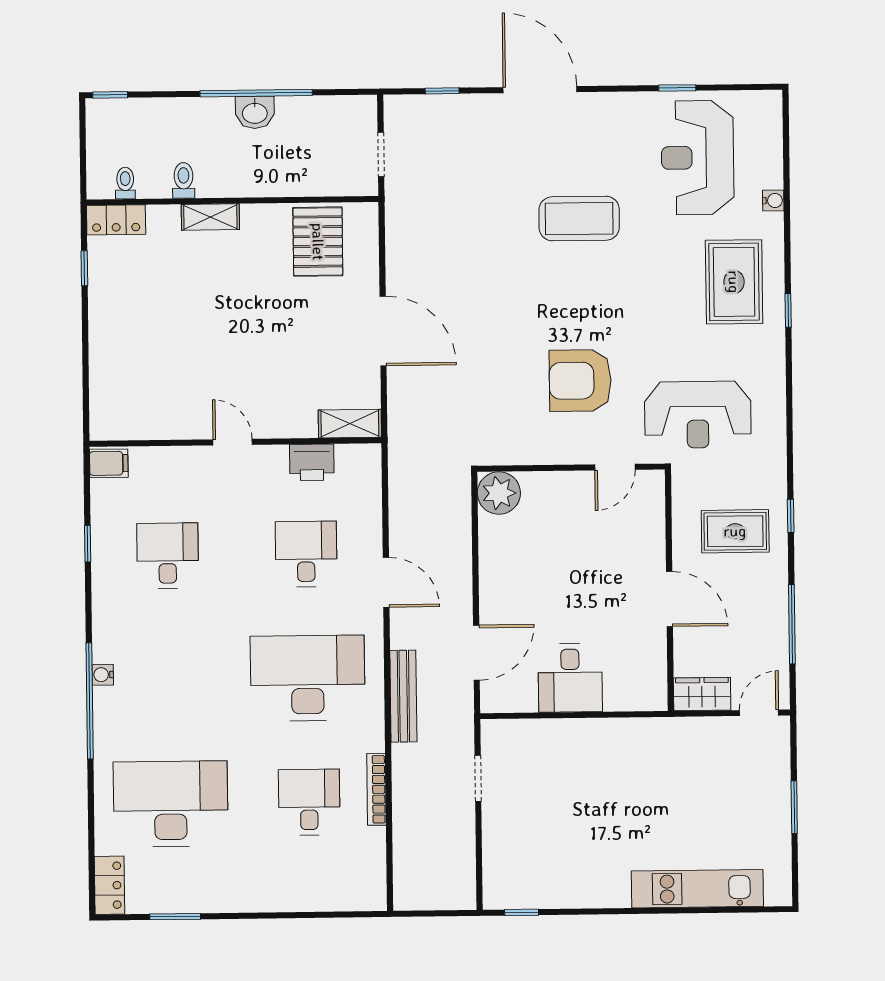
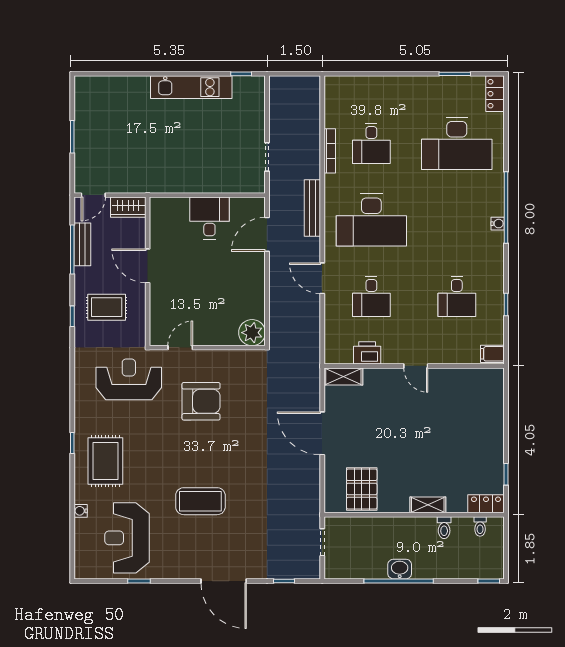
reception desk: (698, 158) -> (127, 538), turned 180
bench: (776, 633) -> (82, 244), added
kitchen unit: (697, 889) -> (191, 87), moved

